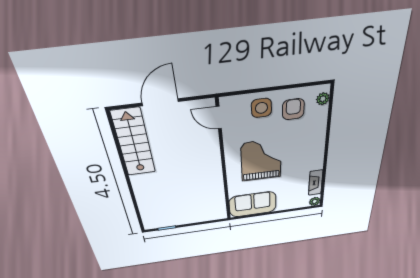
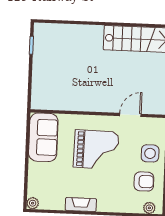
door: (219, 118) -> (130, 115), moved
fireplace: (316, 183) -> (81, 205), moved

